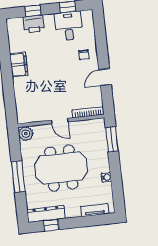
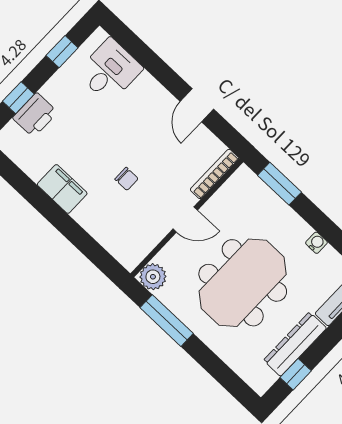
desk: (69, 26) -> (110, 70), moved, turned 90
chair: (84, 55) -> (126, 179), moved
window: (18, 177) -> (167, 321), moved
dresser: (46, 214) -> (295, 344), moved

